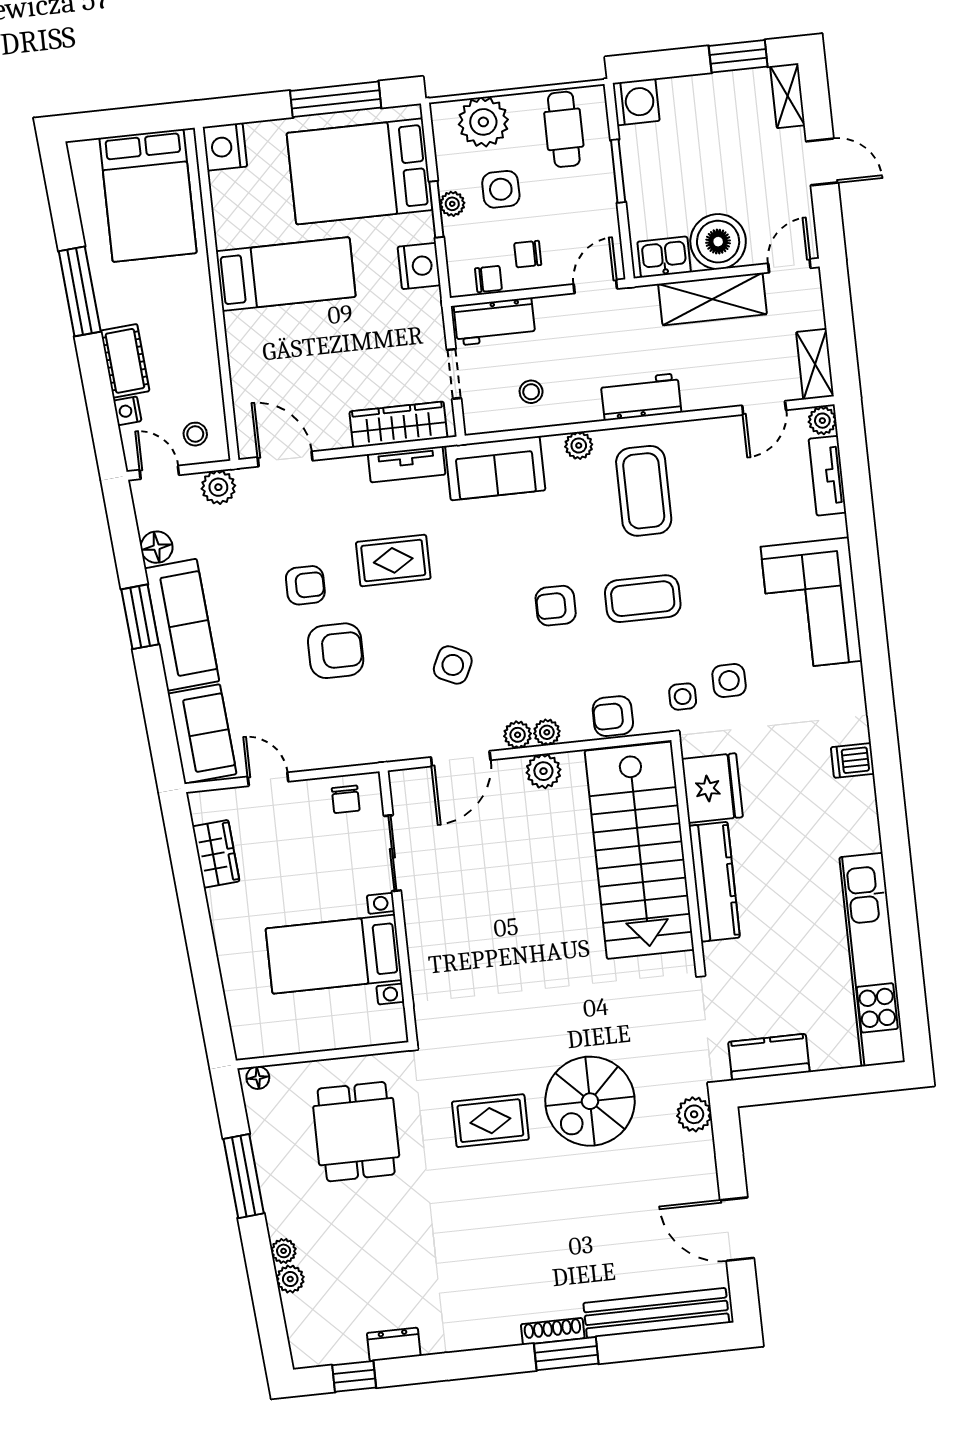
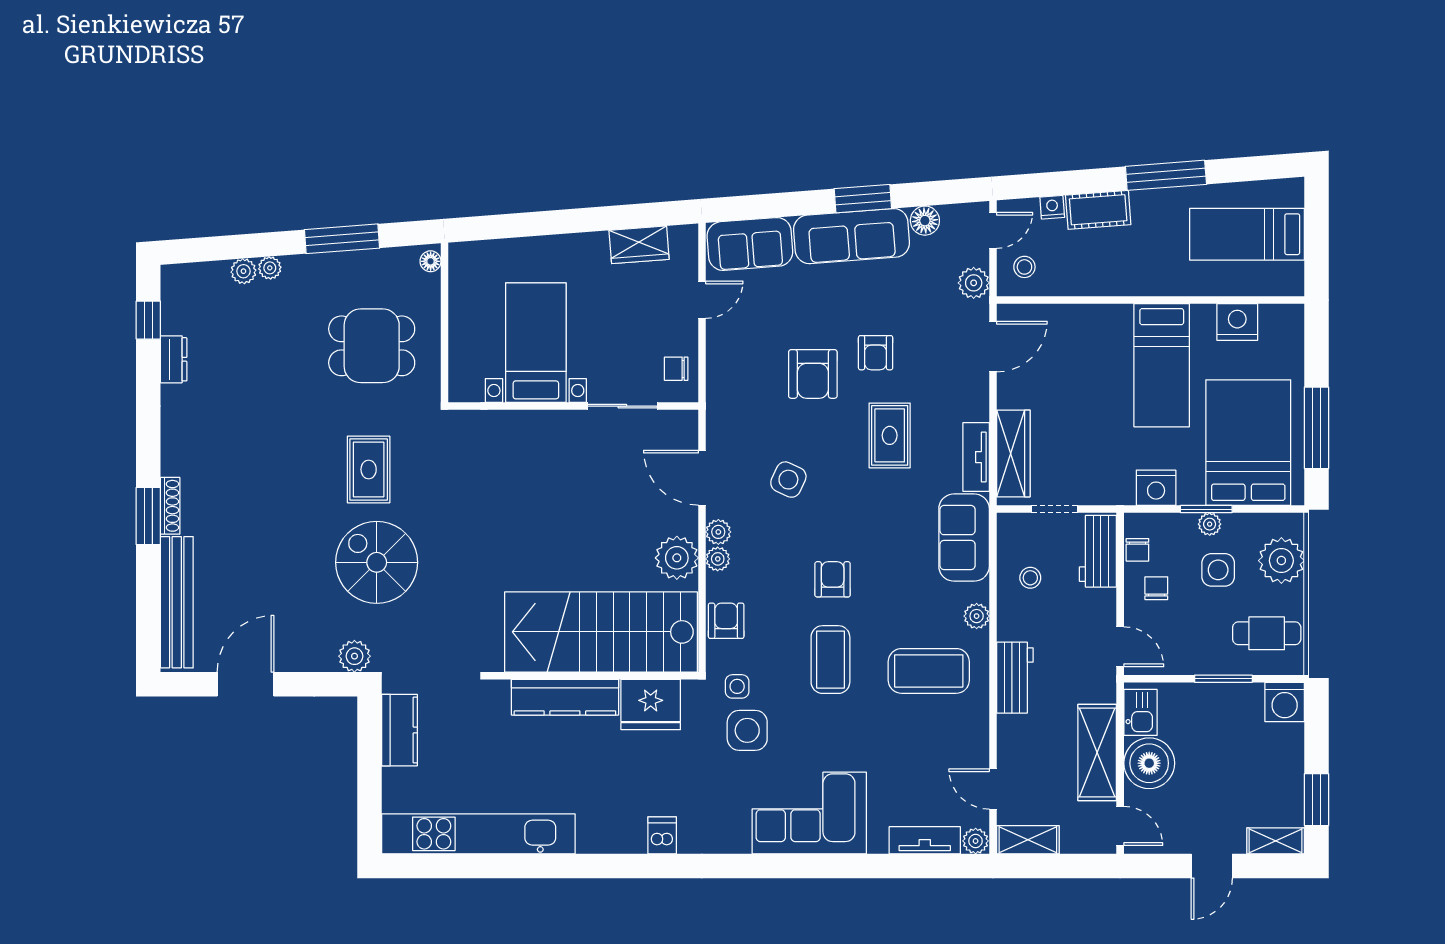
nightstand: (225, 147) -> (1237, 322), moved
bed: (148, 195) -> (1247, 234), width x0.67
side table: (729, 681) -> (747, 730), width x1.37, depth x1.37
plant: (543, 771) -> (677, 558), width x1.36, depth x1.36

